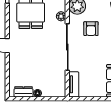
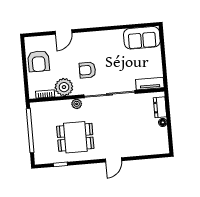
armchair: (91, 29) -> (87, 70), turned 180
dresser: (23, 92) -> (160, 107), moved

